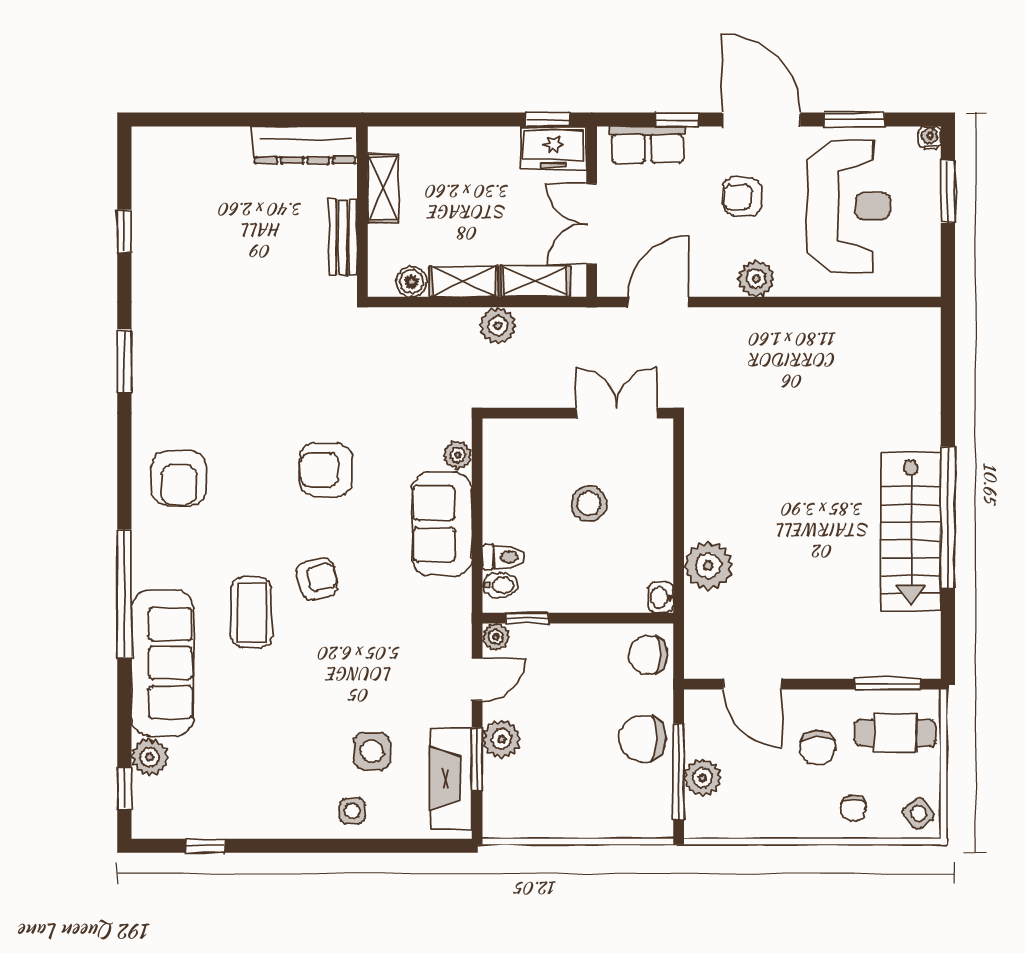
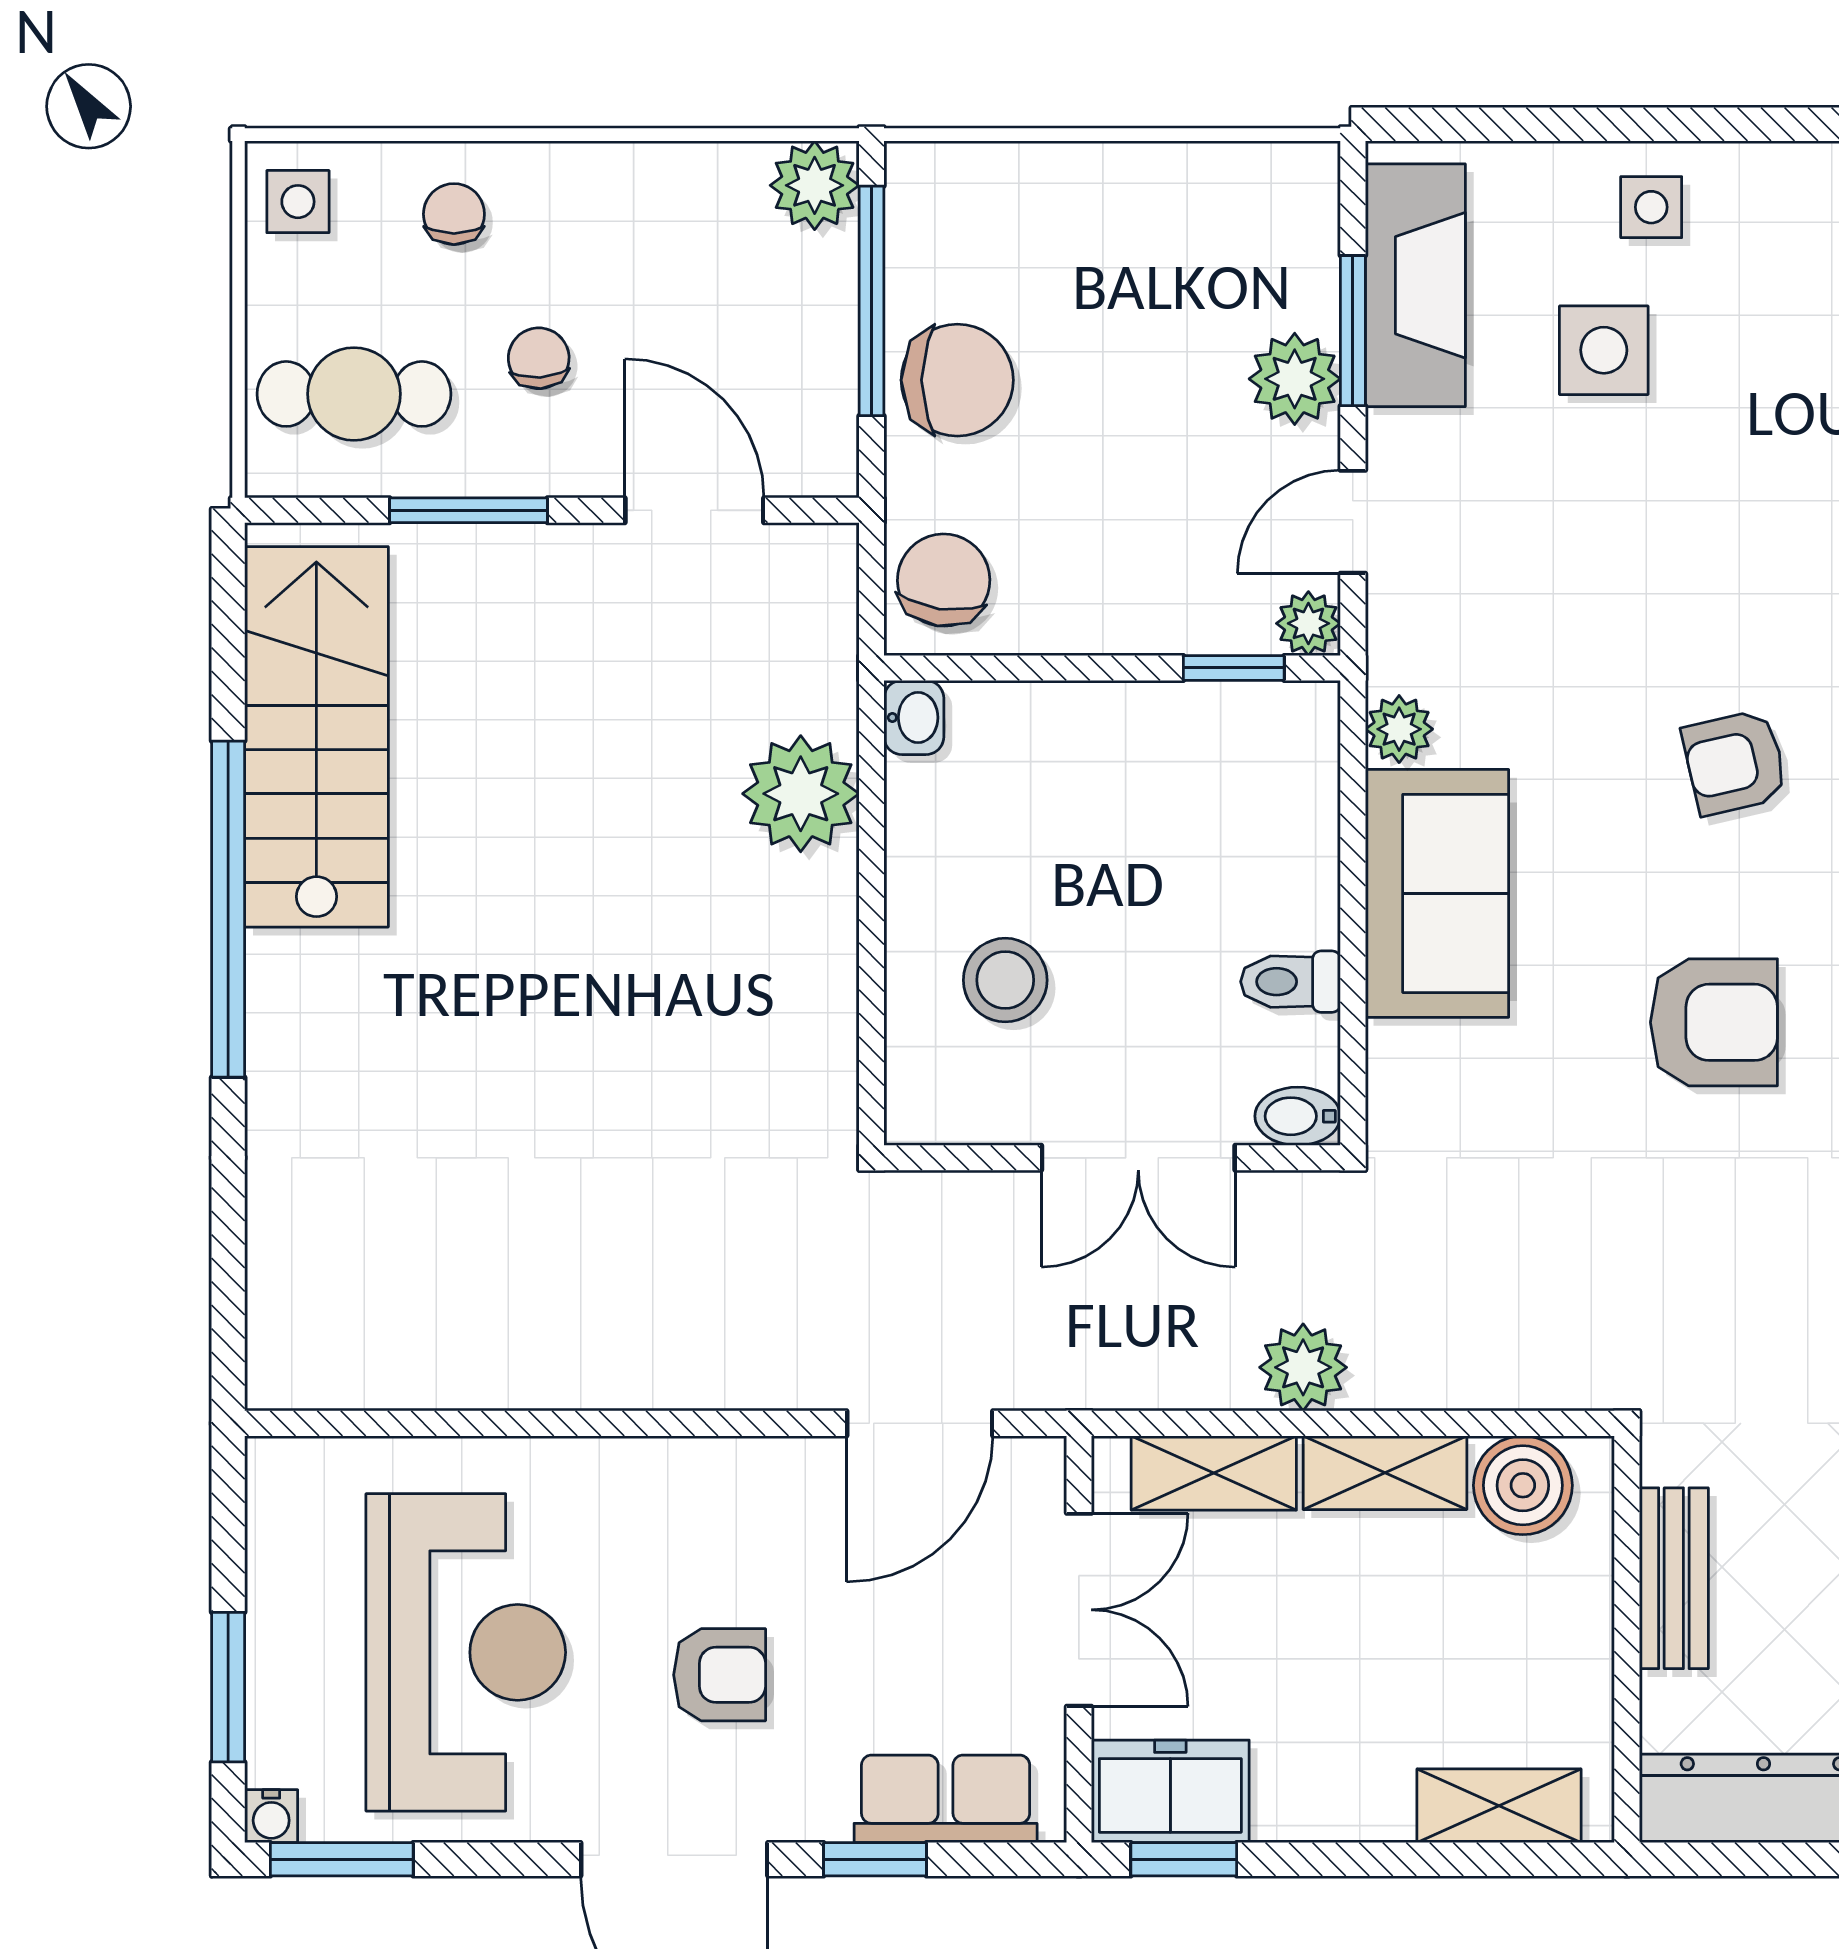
window: (854, 120) -> (342, 1859), moved
shelving: (383, 188) -> (1499, 1806), moved, turned 90
reception desk: (848, 206) -> (466, 1652), turned 180
plant: (756, 279) -> (686, 1479), removed
boiler: (411, 282) -> (1523, 1485), width x1.36, depth x1.36
double door: (616, 413) -> (1138, 1158), moved
plant: (458, 455) -> (1399, 729), moved
stool: (589, 504) -> (1005, 980), moved
stairs: (911, 531) -> (316, 737), moved
toilet: (503, 557) -> (1291, 982), moved
bidet: (500, 585) -> (1298, 1116), moved
chair: (648, 655) -> (944, 580), turned -82
window: (888, 684) -> (468, 510), moved
chair: (818, 748) -> (539, 358), width x0.73, depth x0.73
plant: (702, 778) -> (815, 185), moved
side table: (919, 813) -> (298, 202), turned 37

